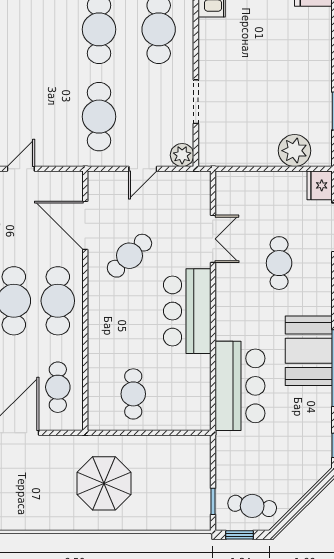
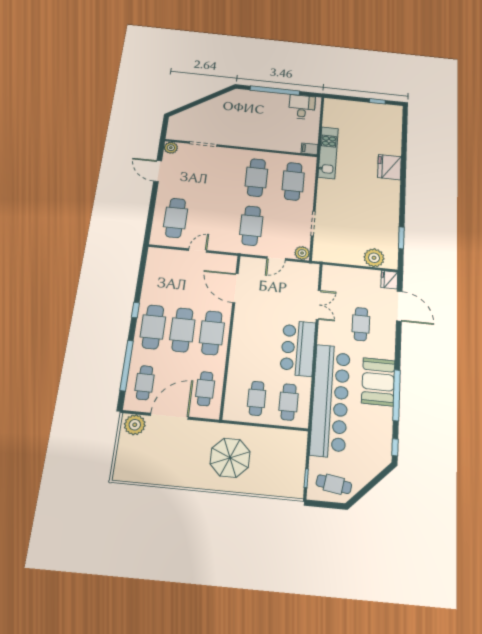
cafe table: (129, 256) -> (289, 402), moved, turned -46
bar counter: (240, 386) -> (330, 400), width x1.86
window: (240, 535) -> (324, 504), removed

